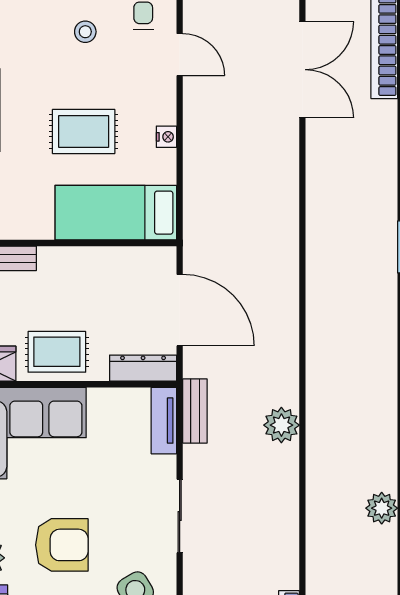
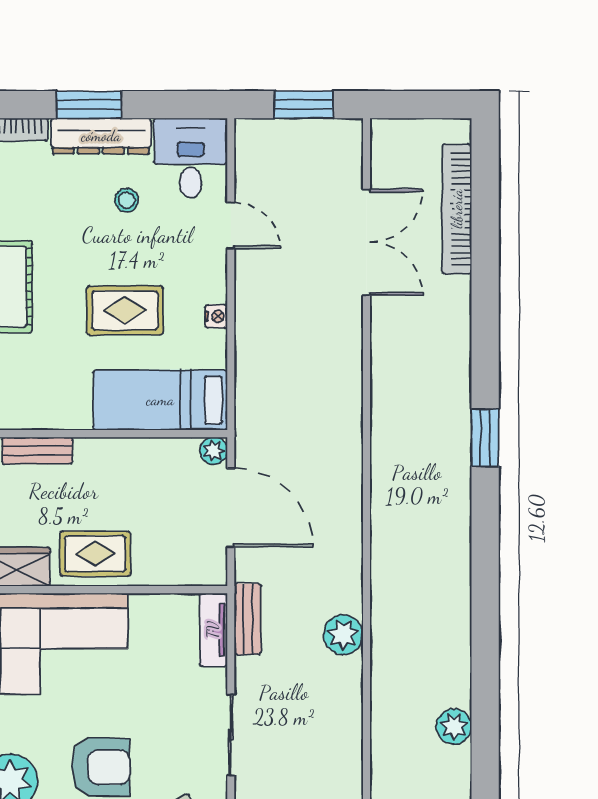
plant: (164, 259) -> (214, 451), added
dresser: (143, 368) -> (190, 572), removed

